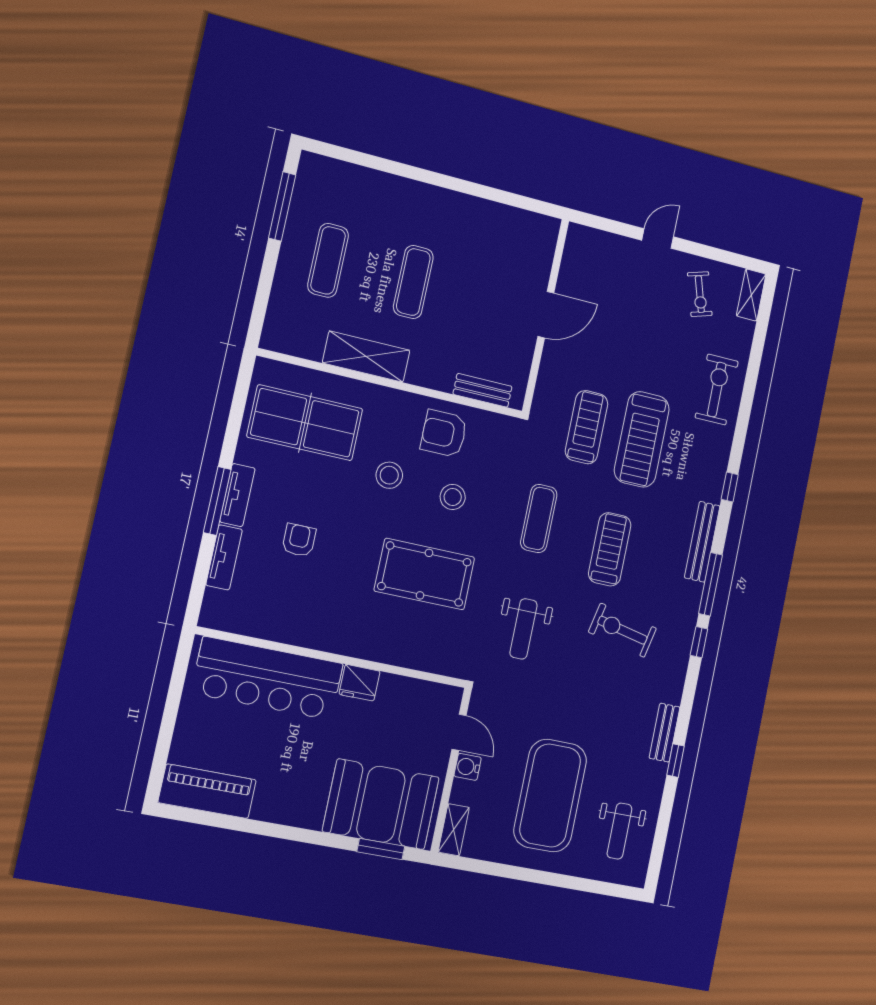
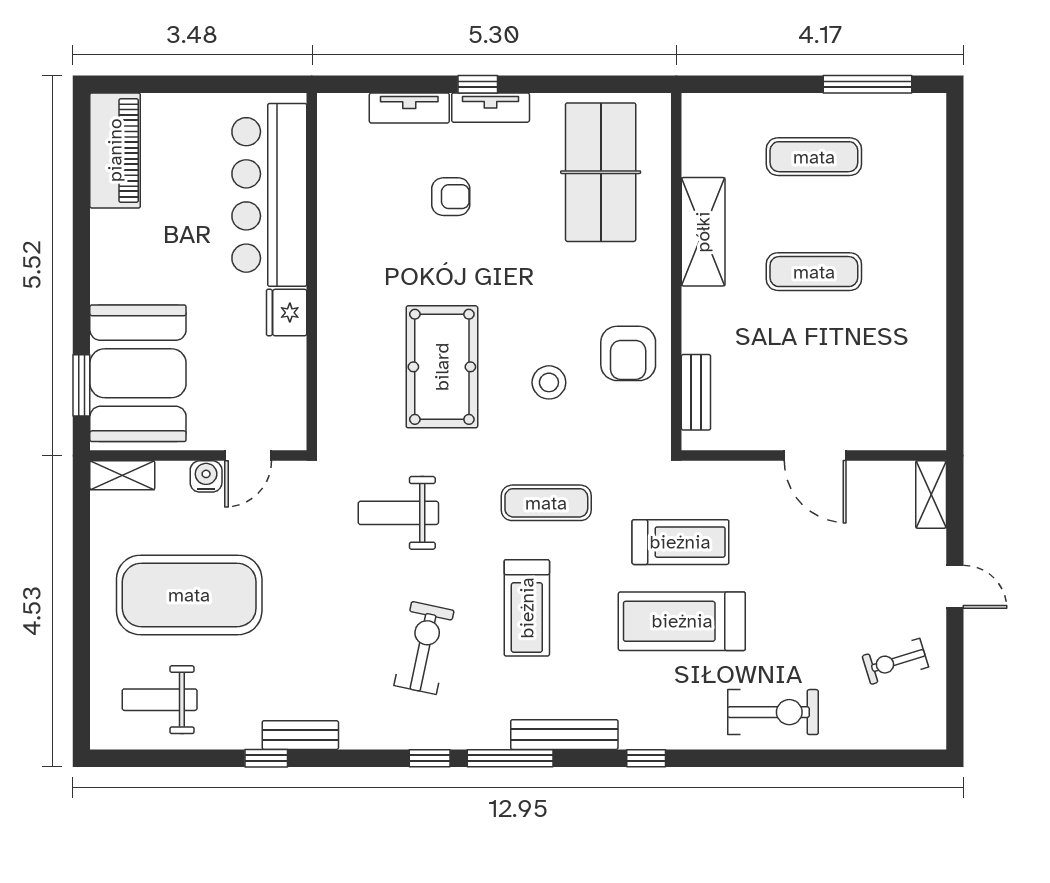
shelving: (751, 295) -> (931, 495), moved, turned 90
armchair: (444, 434) -> (628, 353), turned 180
stool: (389, 475) -> (558, 294), removed
window: (217, 501) -> (478, 84), width x0.46
treadmill: (610, 549) -> (527, 608), turned 90

